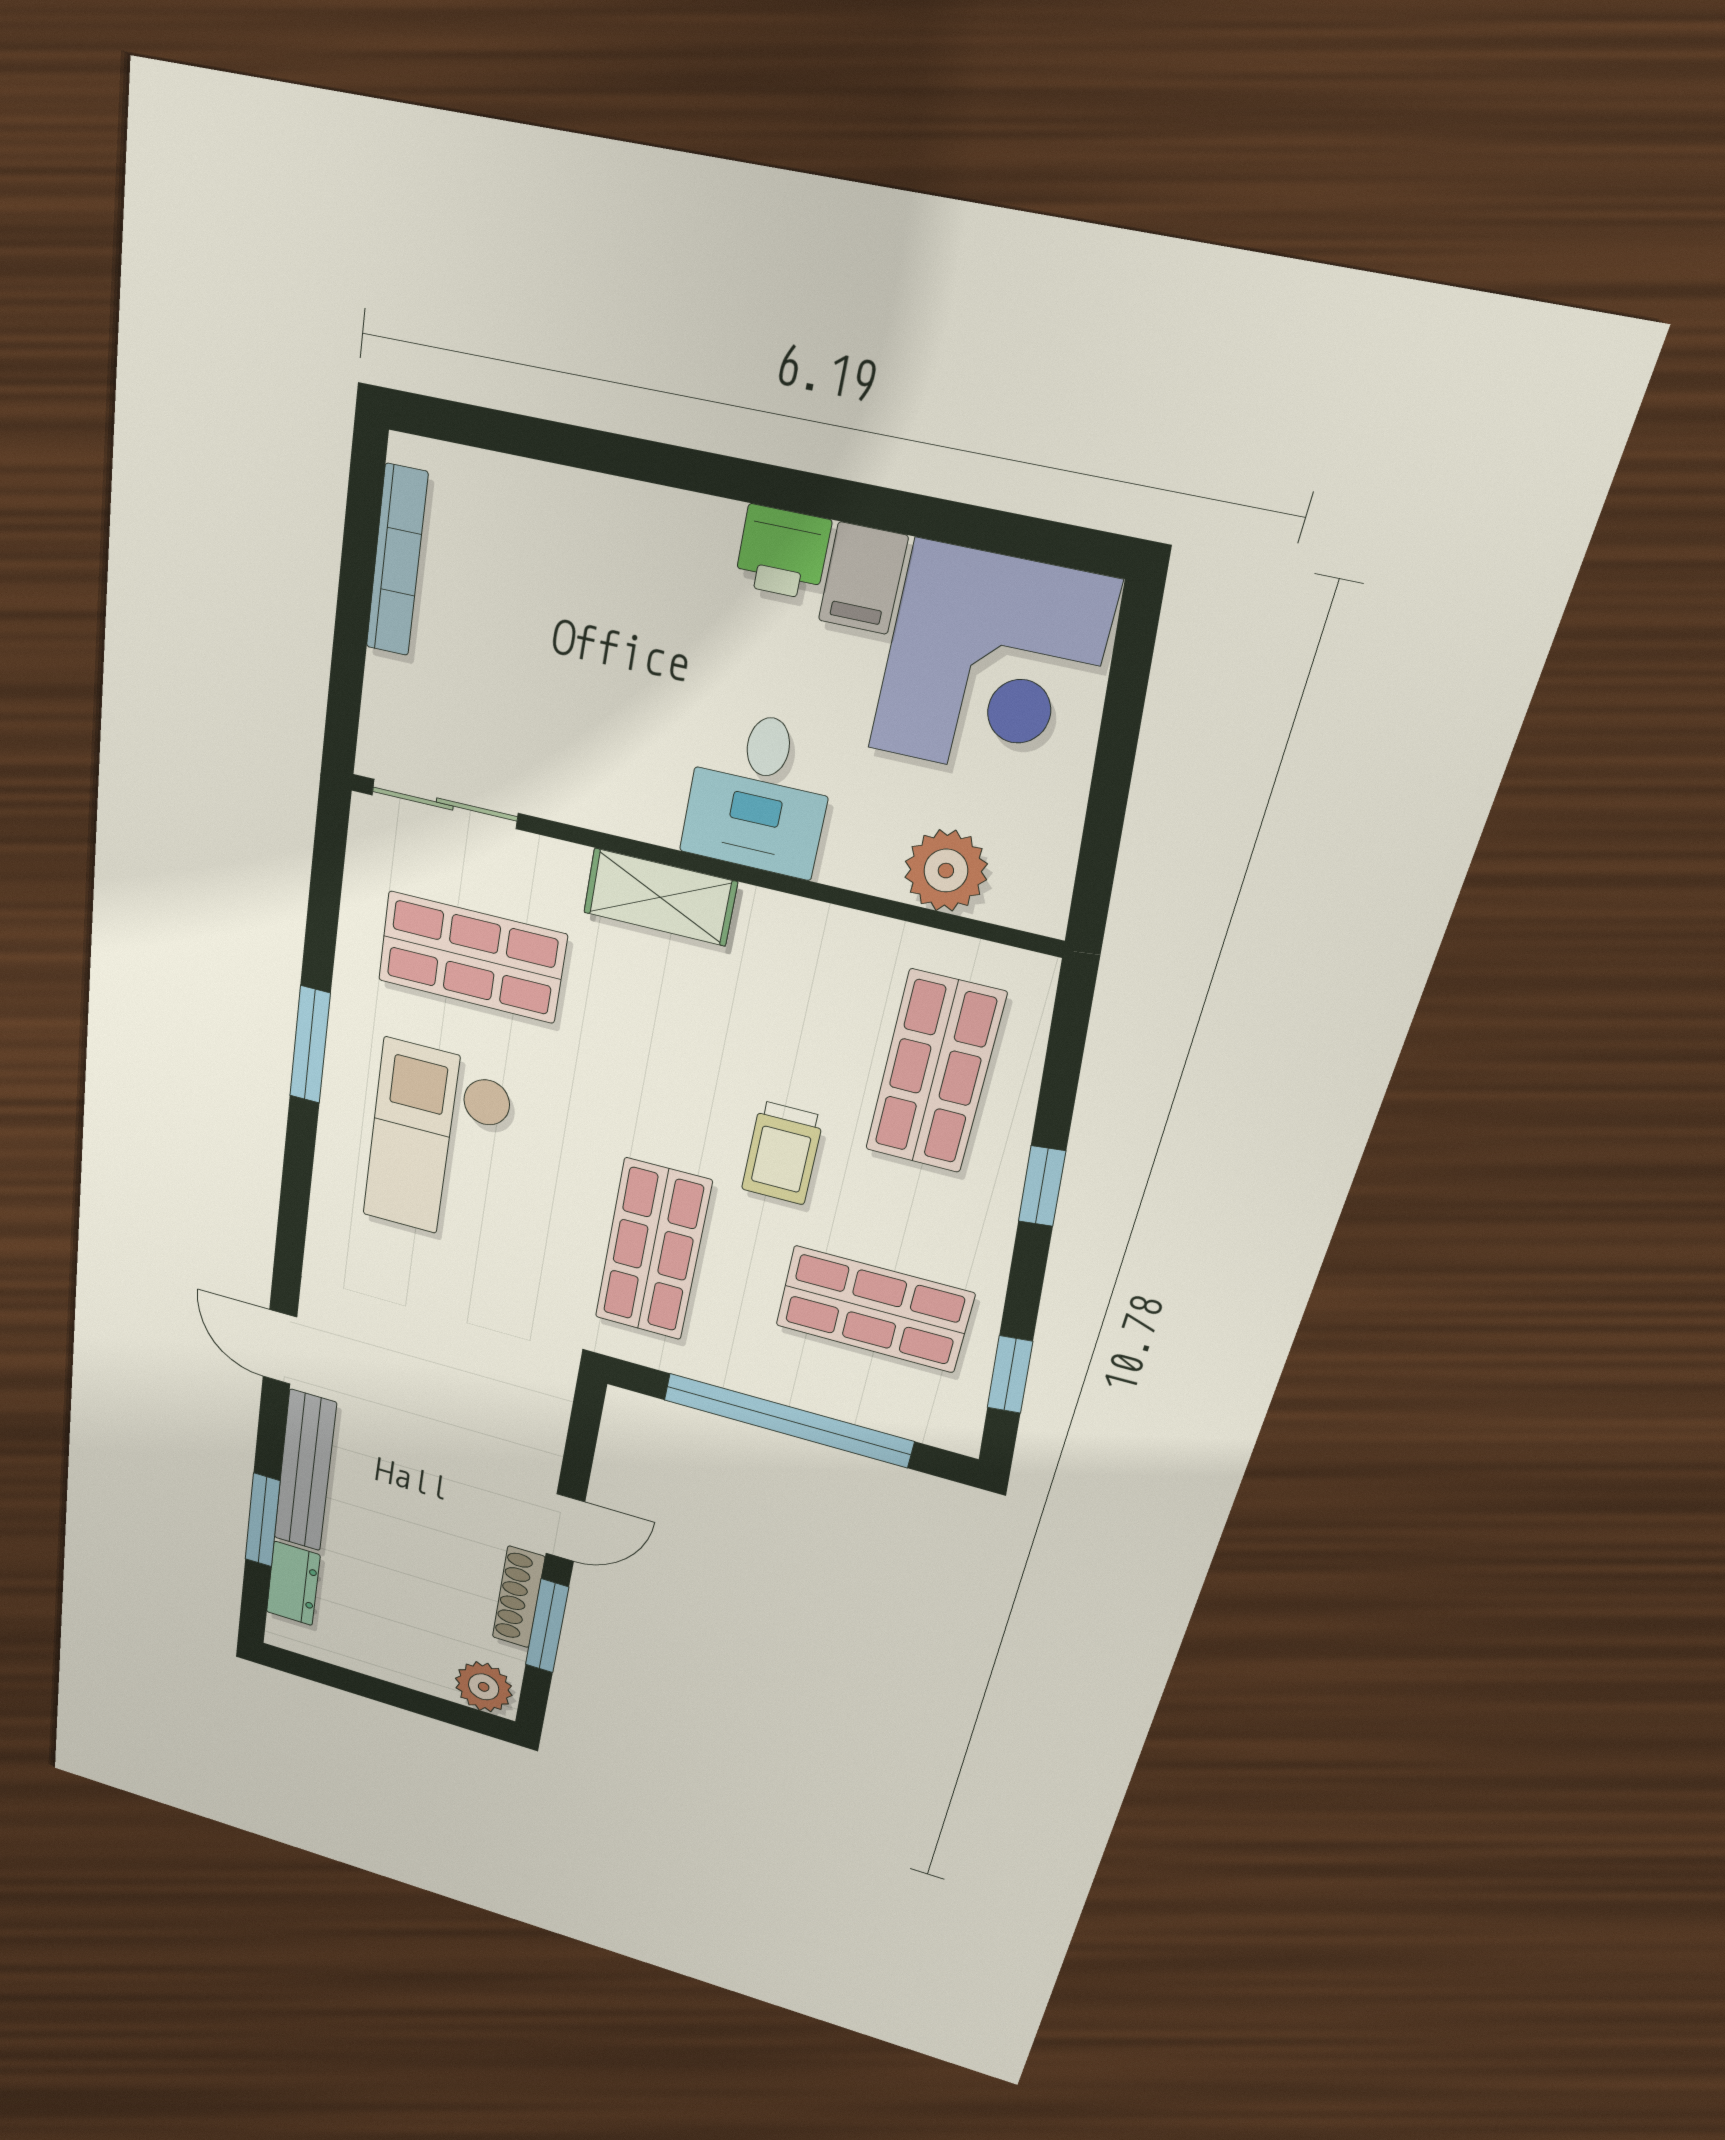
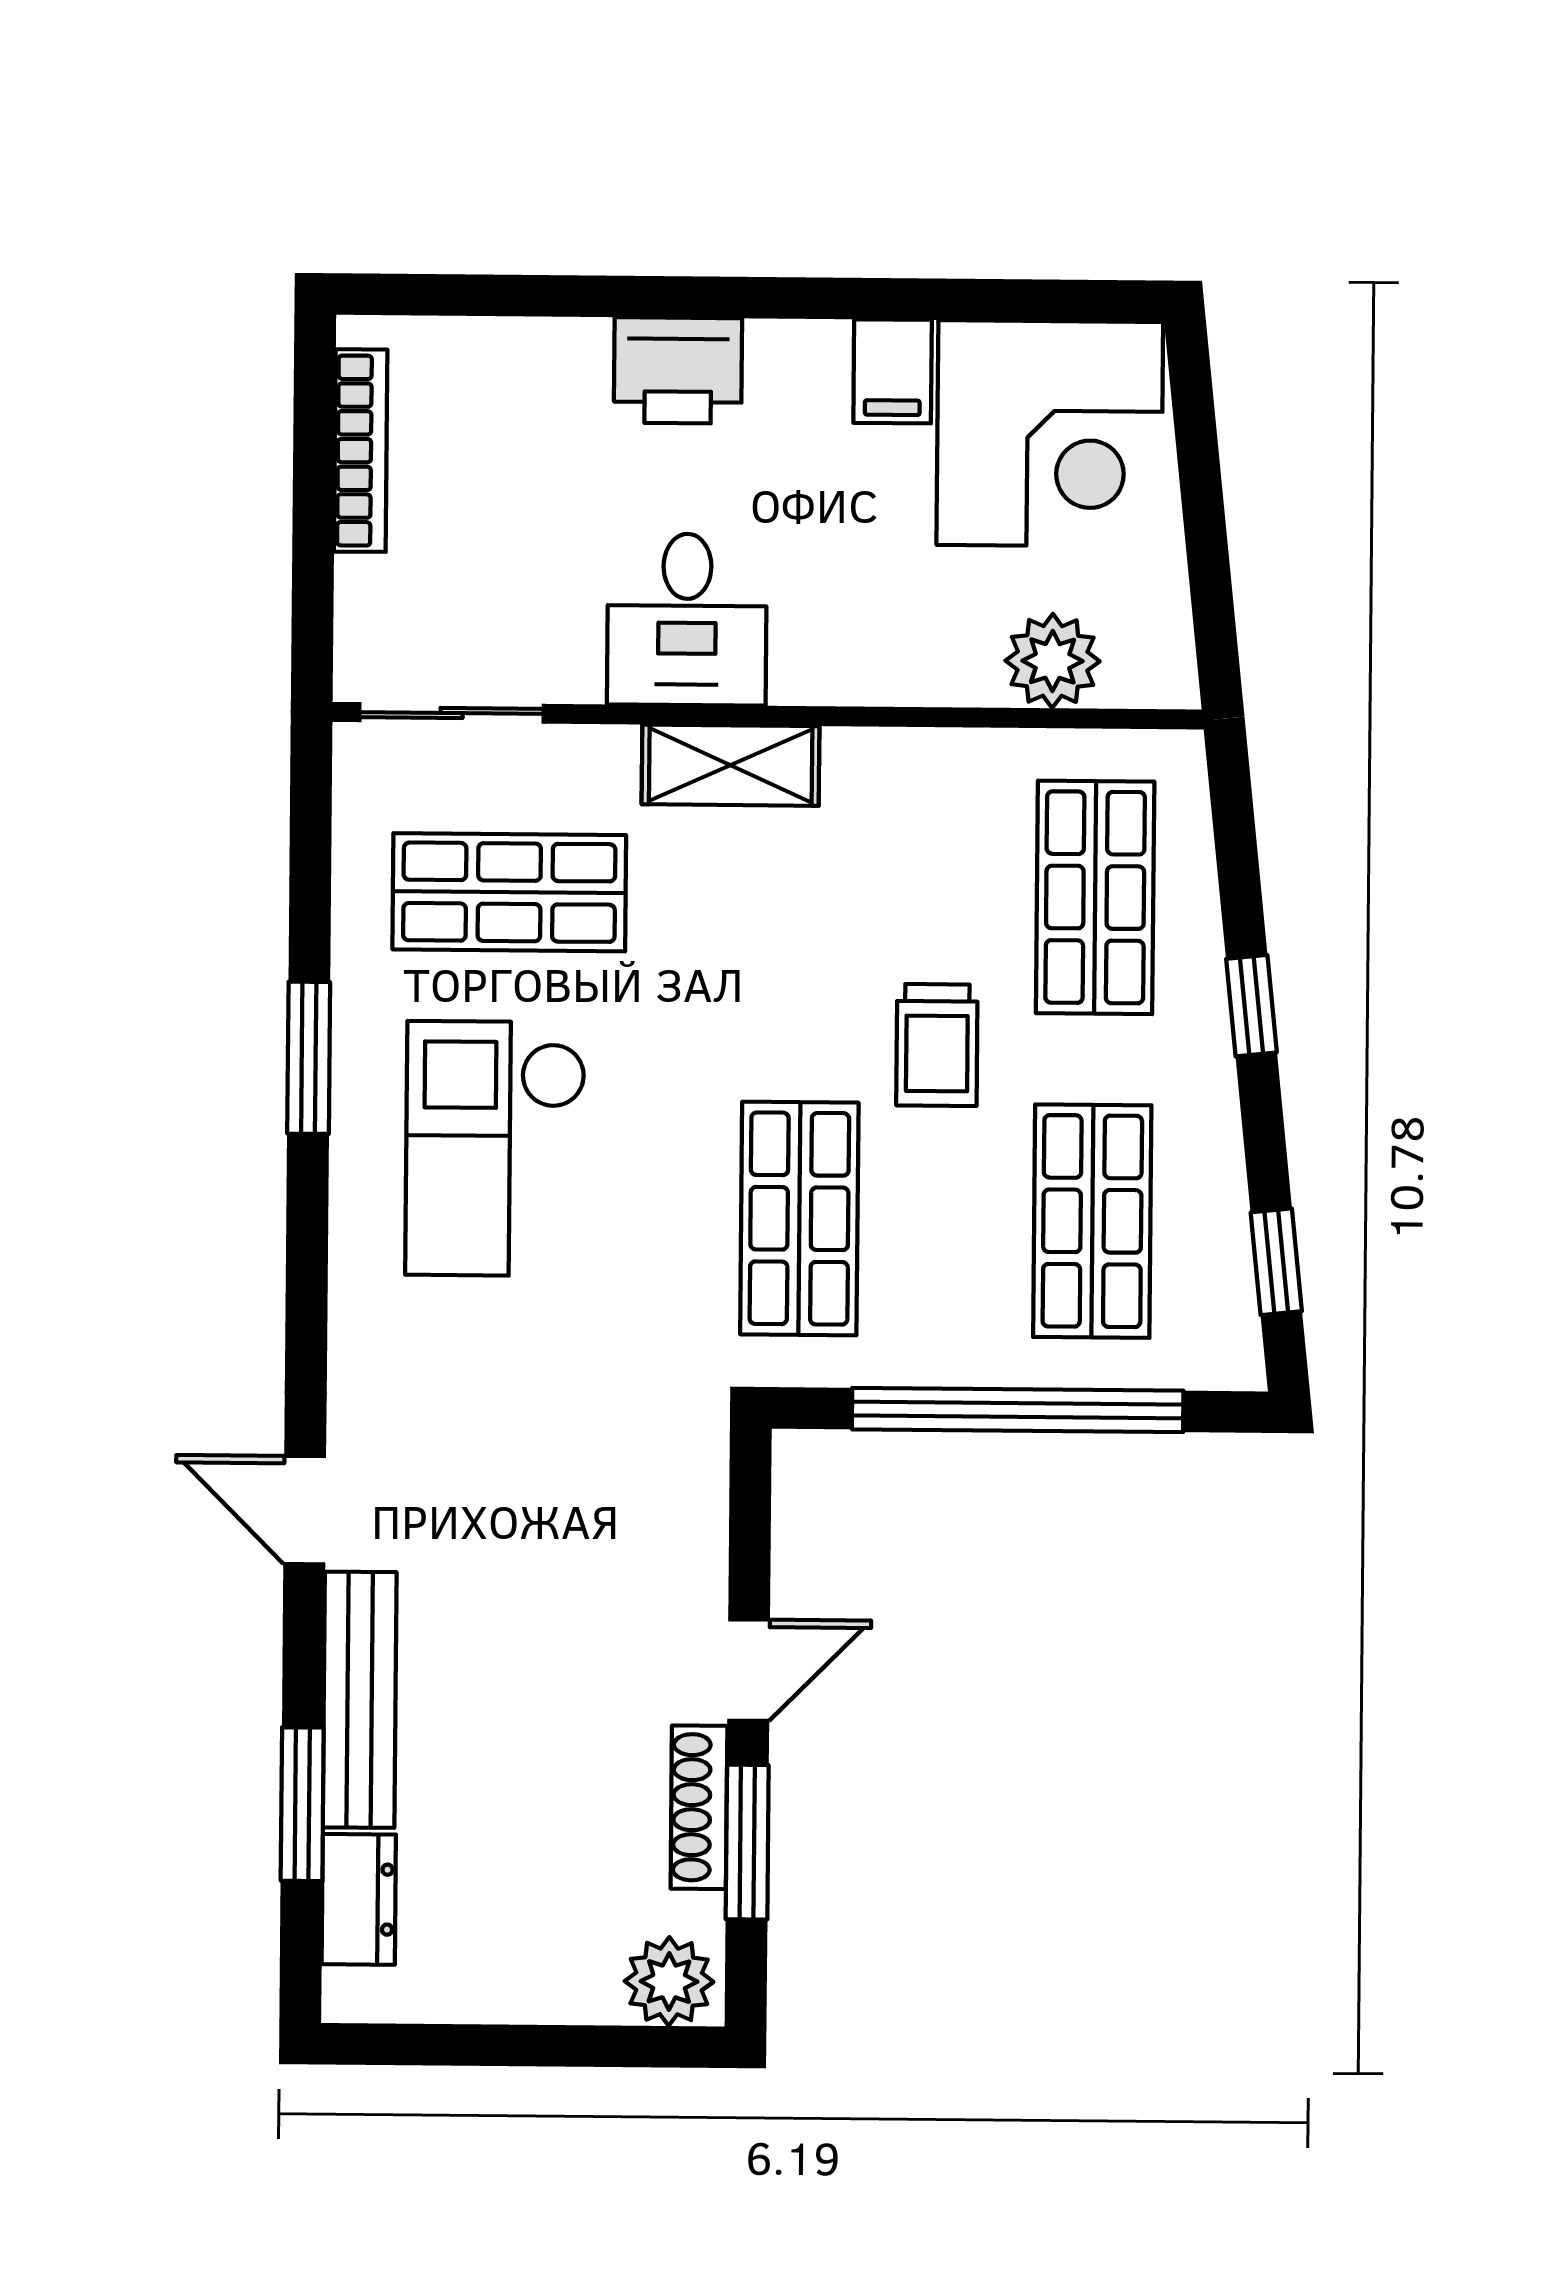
printer: (783, 552) -> (678, 370), moved, width x1.36, depth x1.24
desk: (759, 793) -> (687, 619), moved
shop shelf: (874, 1309) -> (1092, 1221), turned 90

